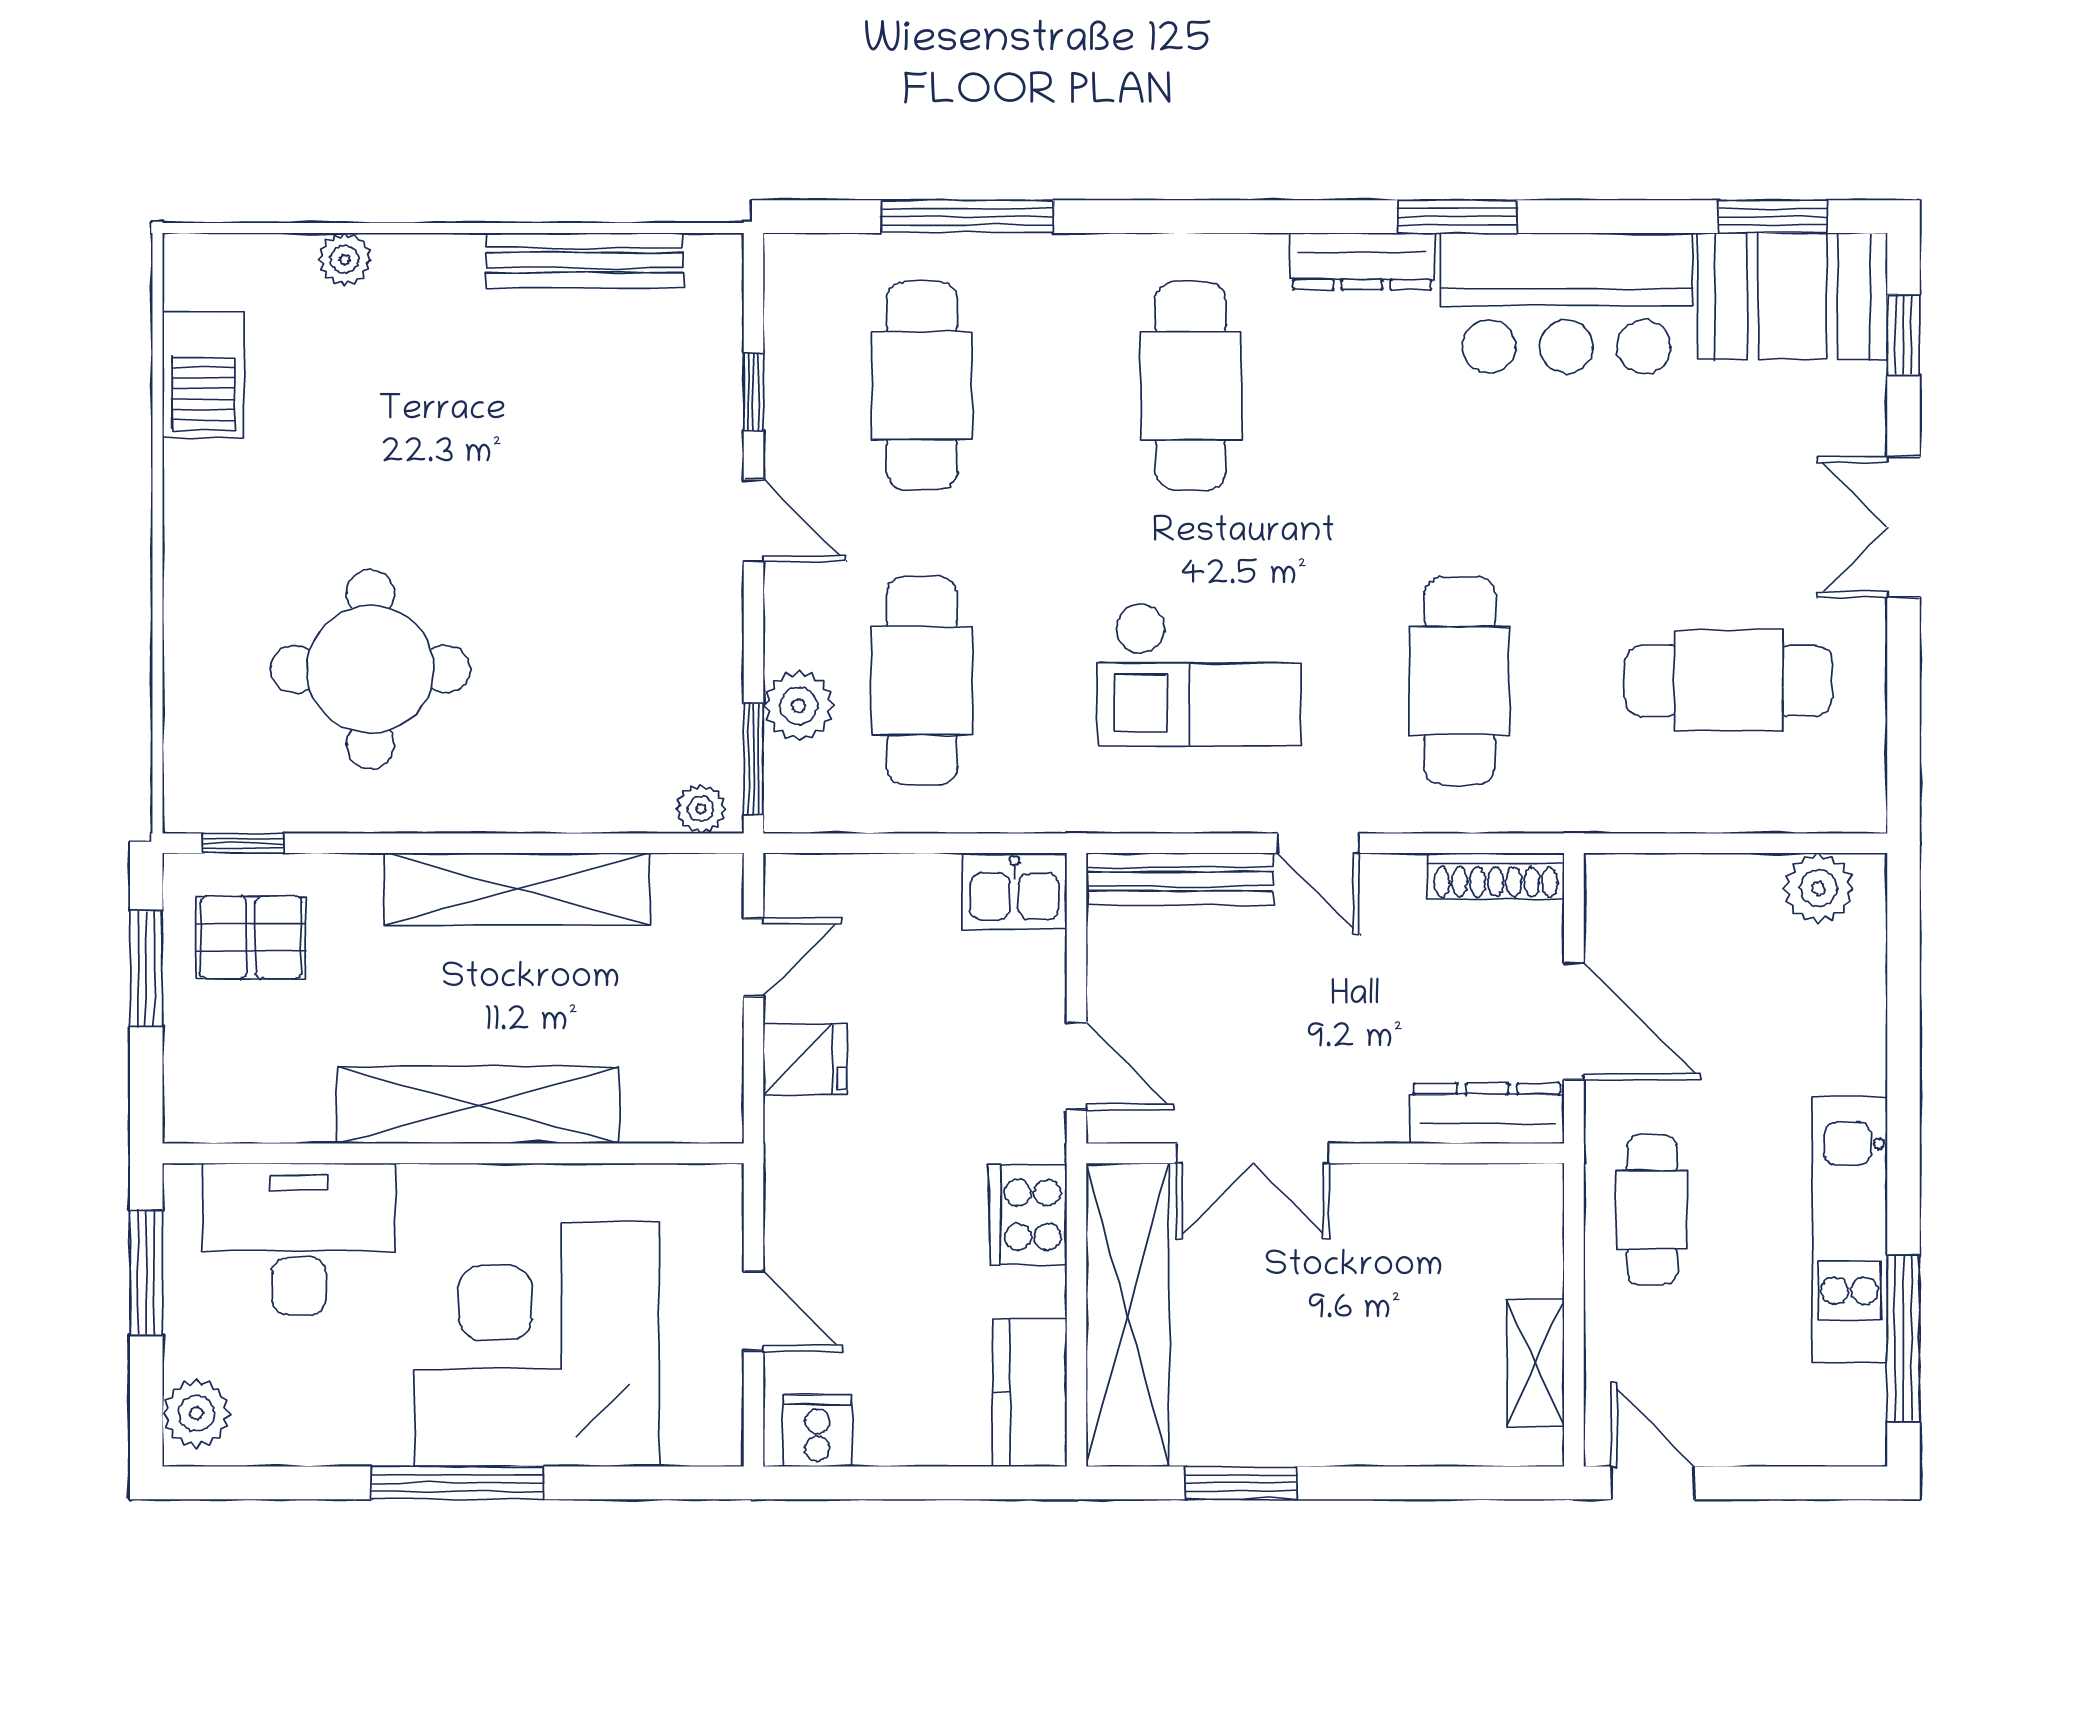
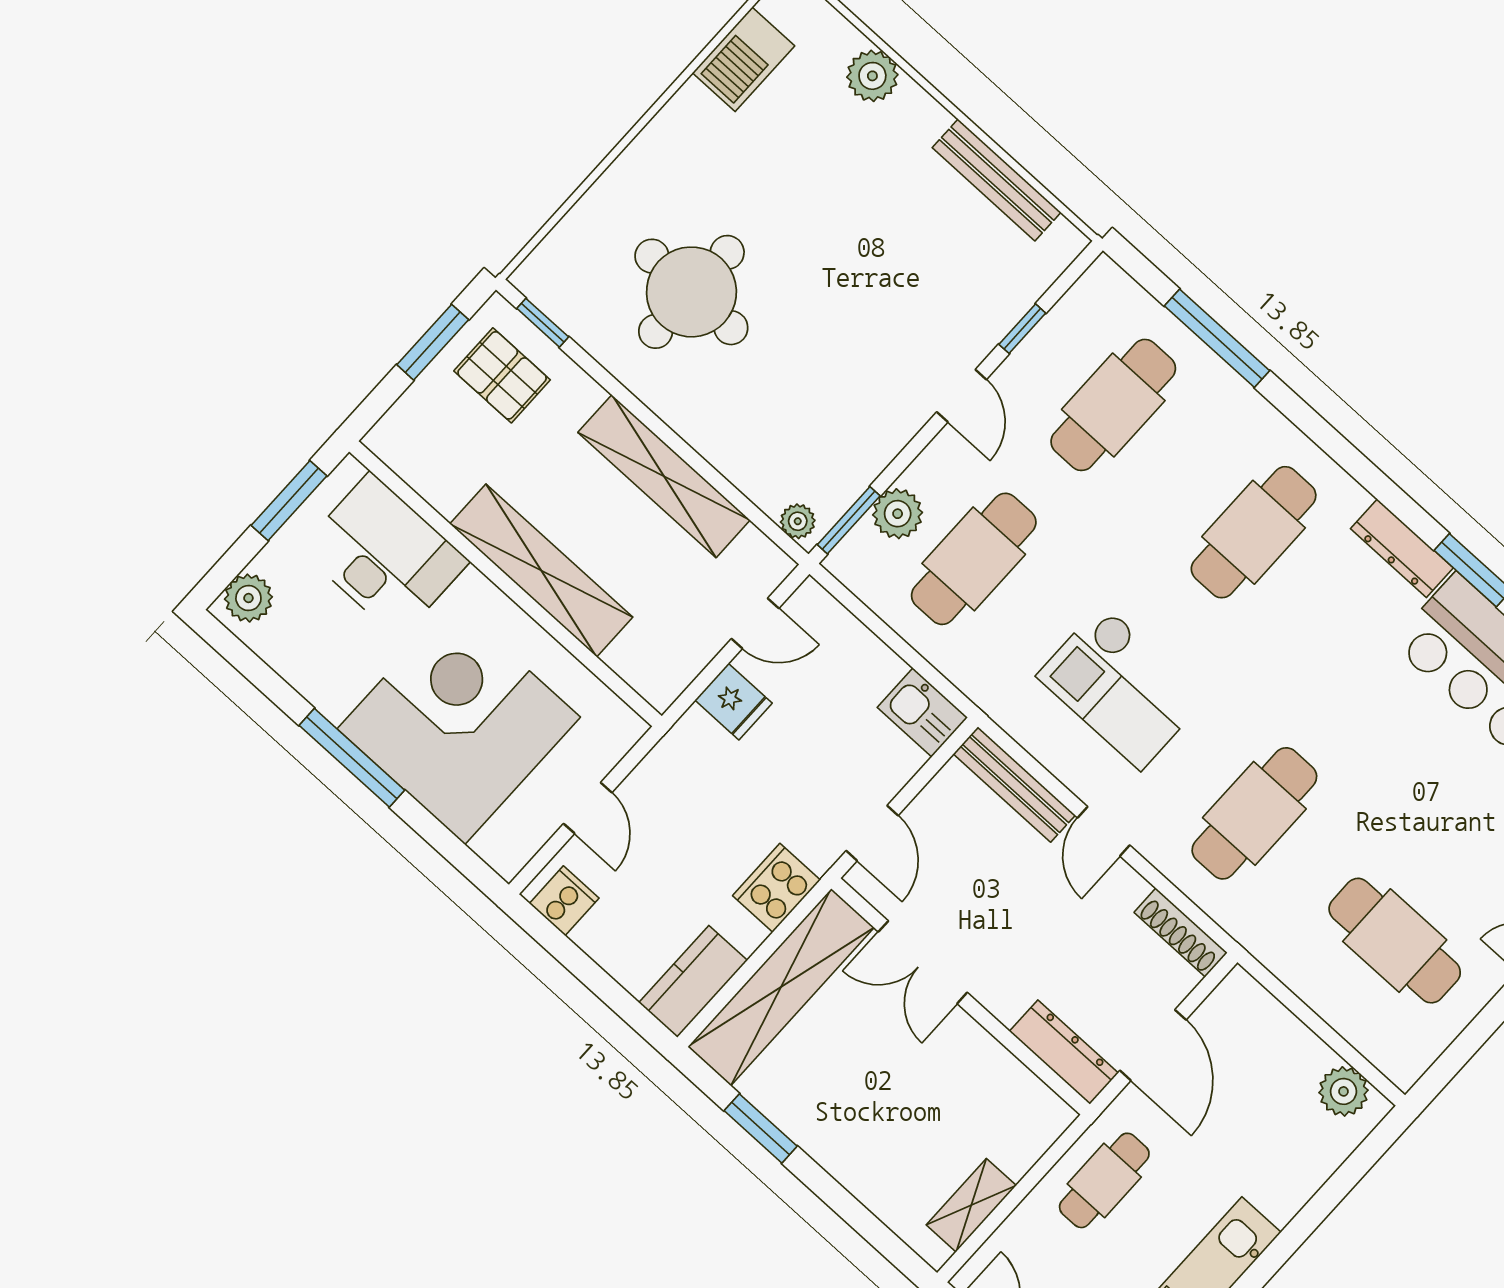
plant: (345, 259) -> (872, 76), width x1.38, depth x1.38

